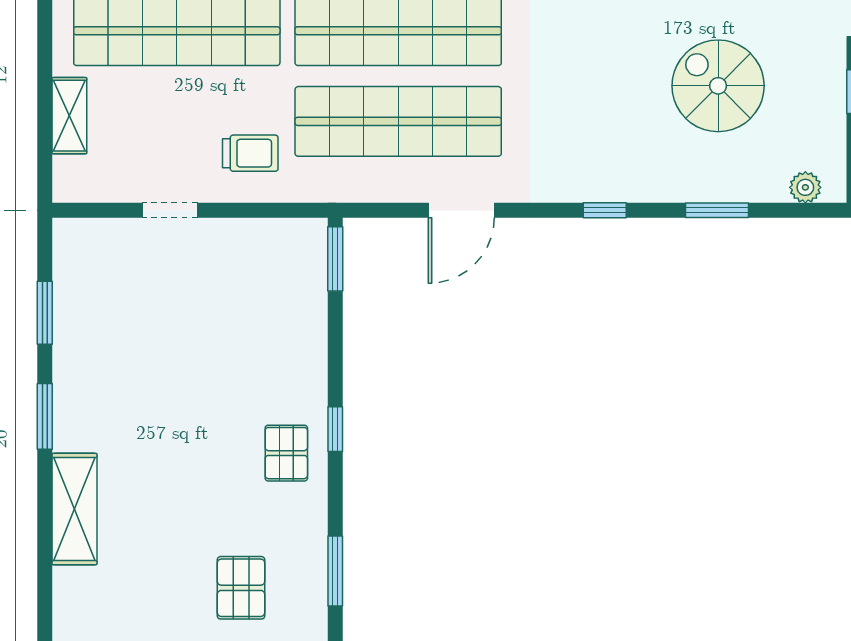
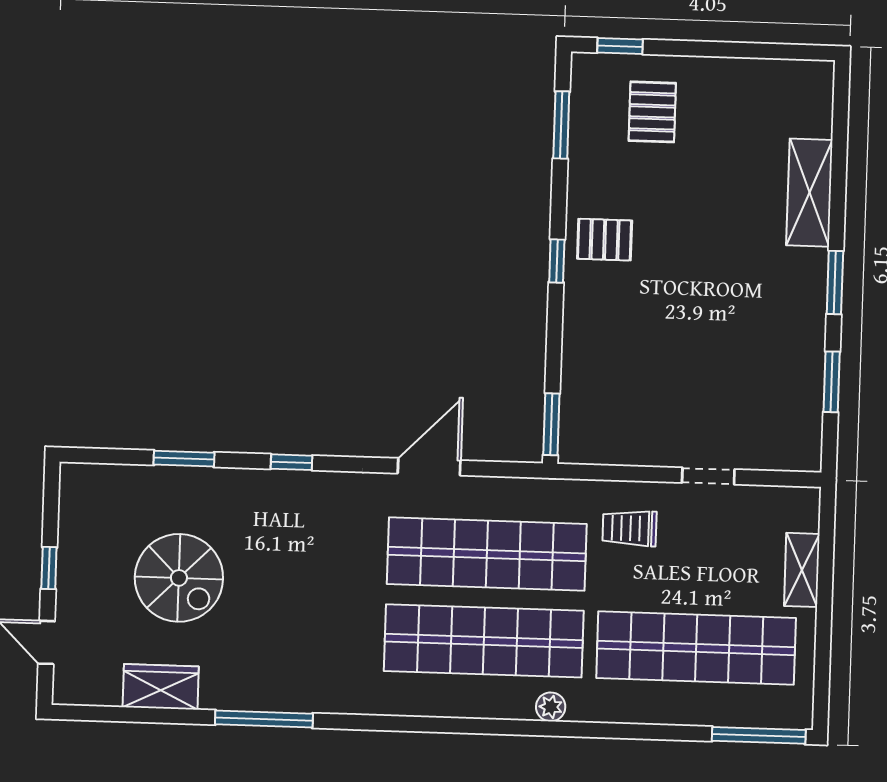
plant: (805, 187) -> (99, 478), removed
pallet: (286, 453) -> (605, 240), turned 90

